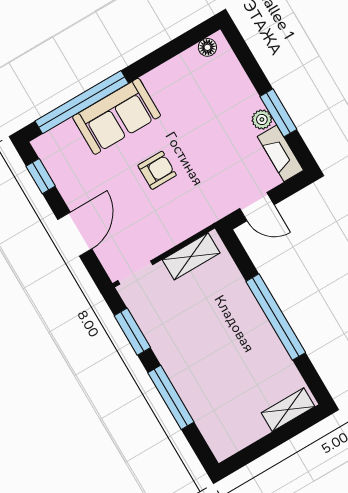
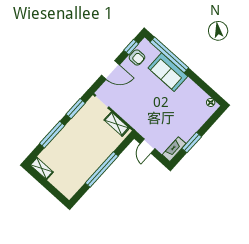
plant: (262, 120) -> (186, 136), removed
armchair: (157, 170) -> (137, 57), moved
shelving: (288, 410) -> (42, 168), moved

